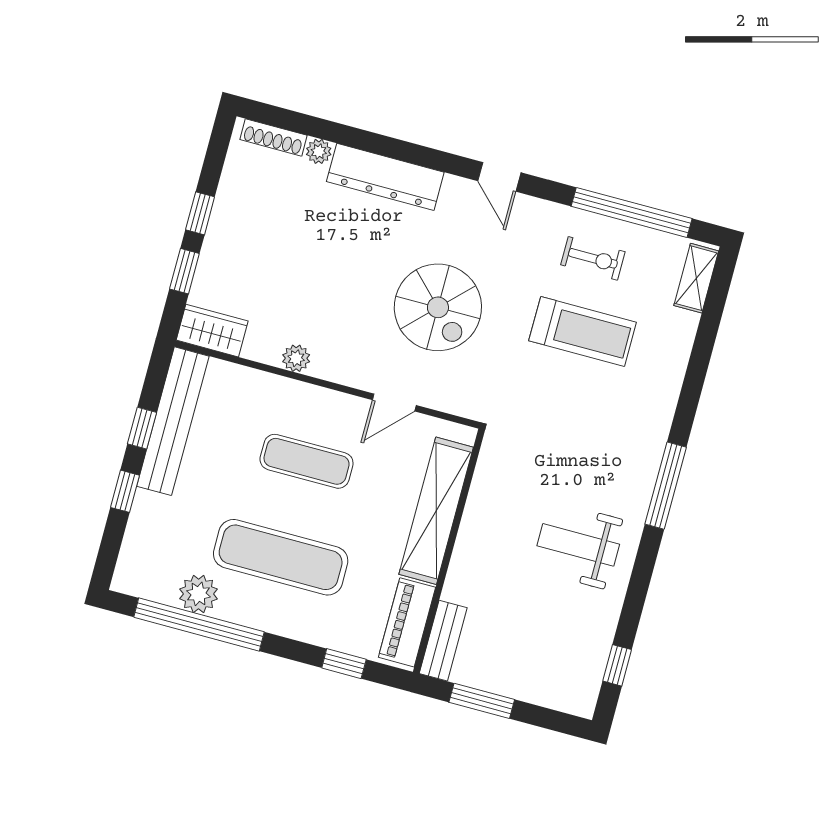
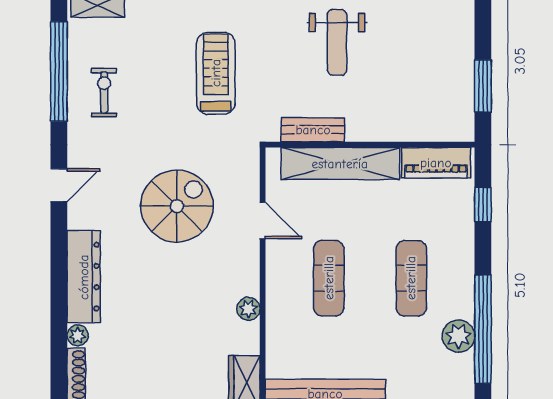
treadmill: (583, 331) -> (216, 73), moved
exercise mat: (281, 557) -> (411, 278), width x0.73, depth x0.69
bench: (443, 641) -> (313, 130), moved

